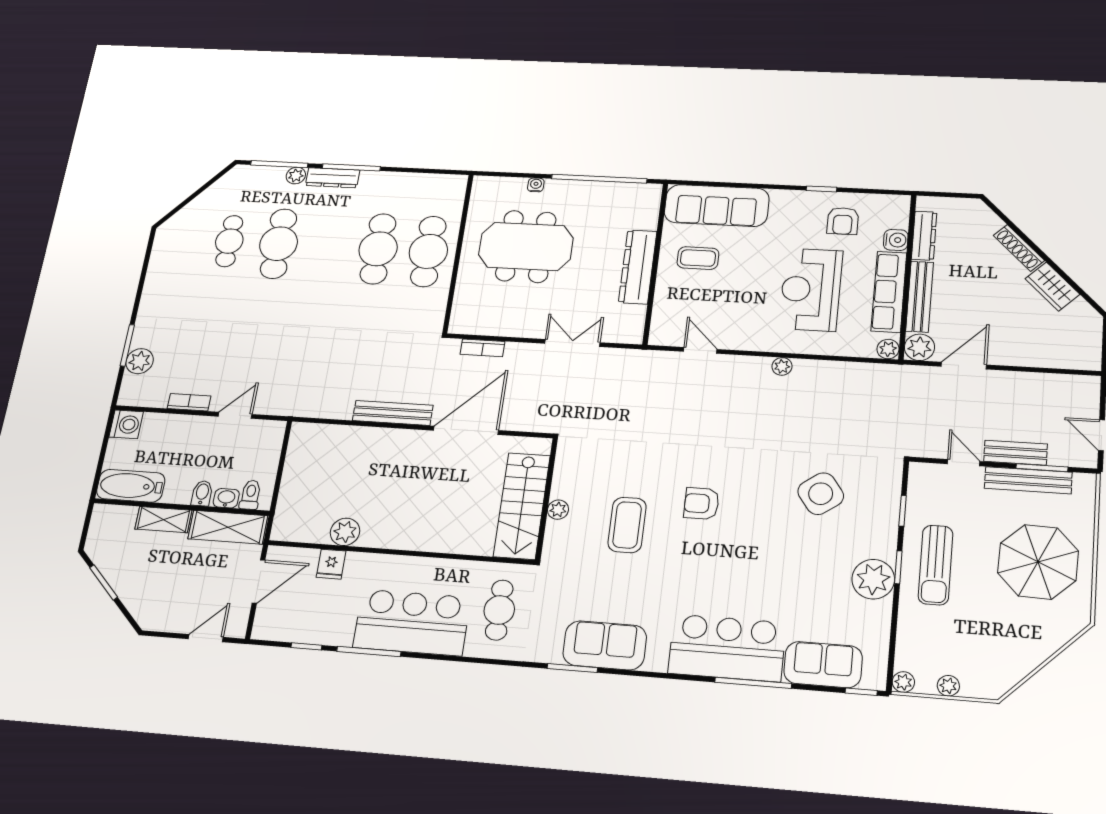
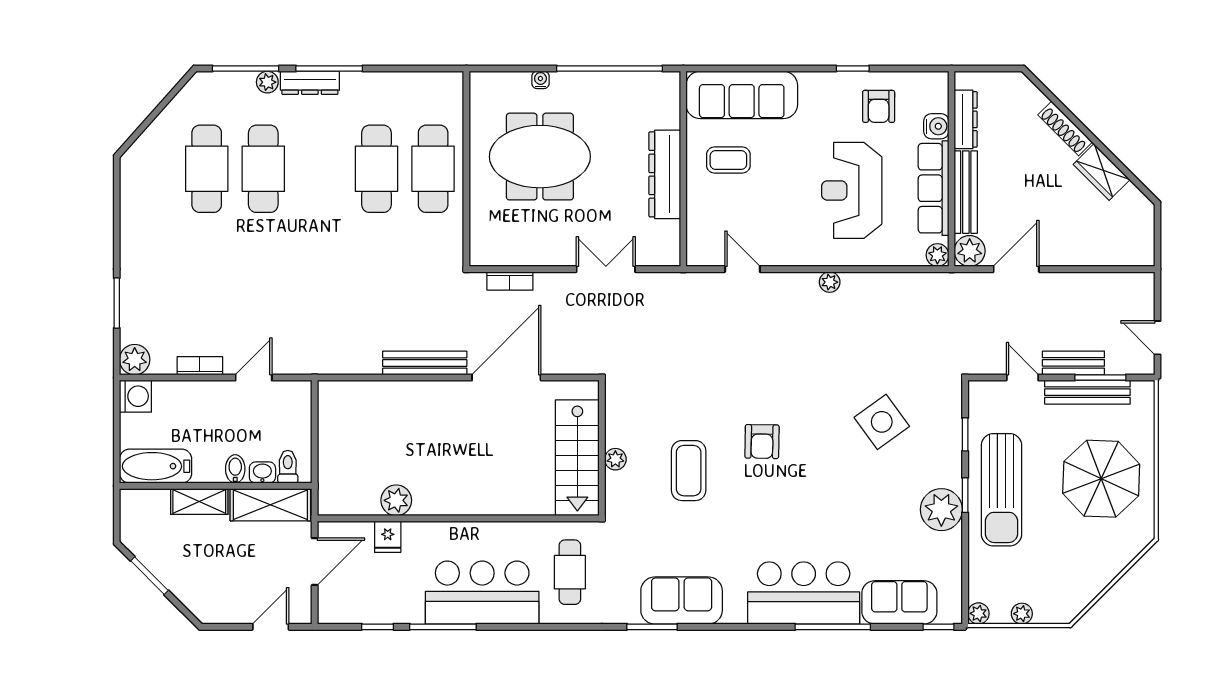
cafe table: (229, 241) -> (207, 169), width x1.37, depth x1.35
plant: (140, 361) -> (135, 360), moved
armchair: (701, 504) -> (762, 442), turned -89
sun lounger: (936, 565) -> (1001, 490), width x1.36, depth x1.34

